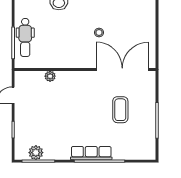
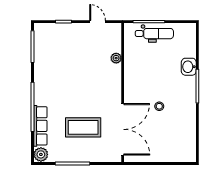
dental chair: (25, 37) -> (154, 34), turned 180
coffee table: (120, 110) -> (83, 127), width x1.36, depth x1.32
plant: (36, 153) -> (41, 154), moved
row of seats: (91, 153) -> (40, 126), moved

